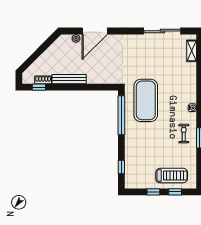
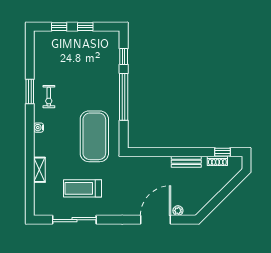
shelving: (192, 51) -> (39, 170), moved
bench: (69, 79) -> (186, 162), width x0.73
window: (121, 115) -> (124, 97), moved
treadmill: (172, 175) -> (83, 188), moved

